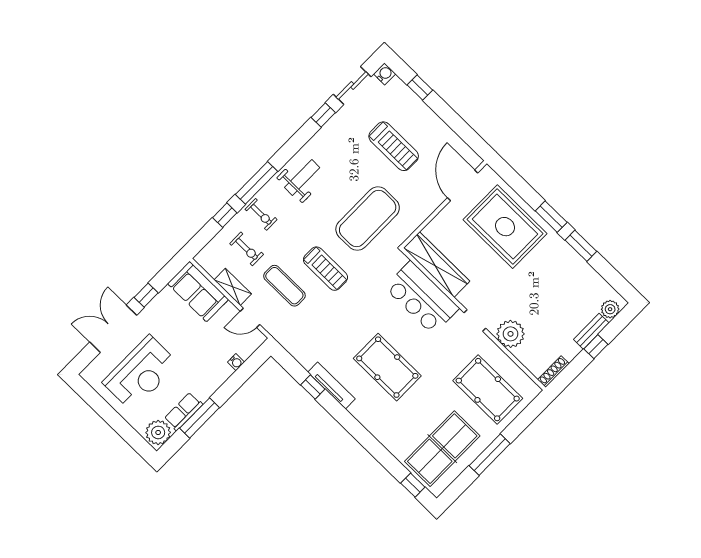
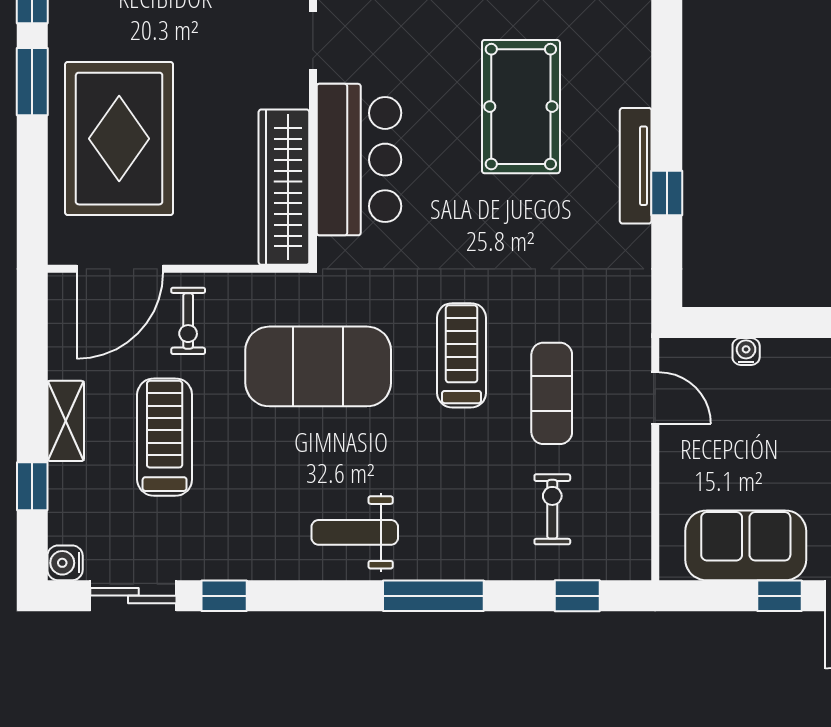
exercise bike: (261, 214) -> (188, 321), moved, turned 180
window: (225, 215) -> (577, 596), moved
shelving: (233, 287) -> (66, 421), moved
sofa: (198, 292) -> (746, 545), moved, turned -90

